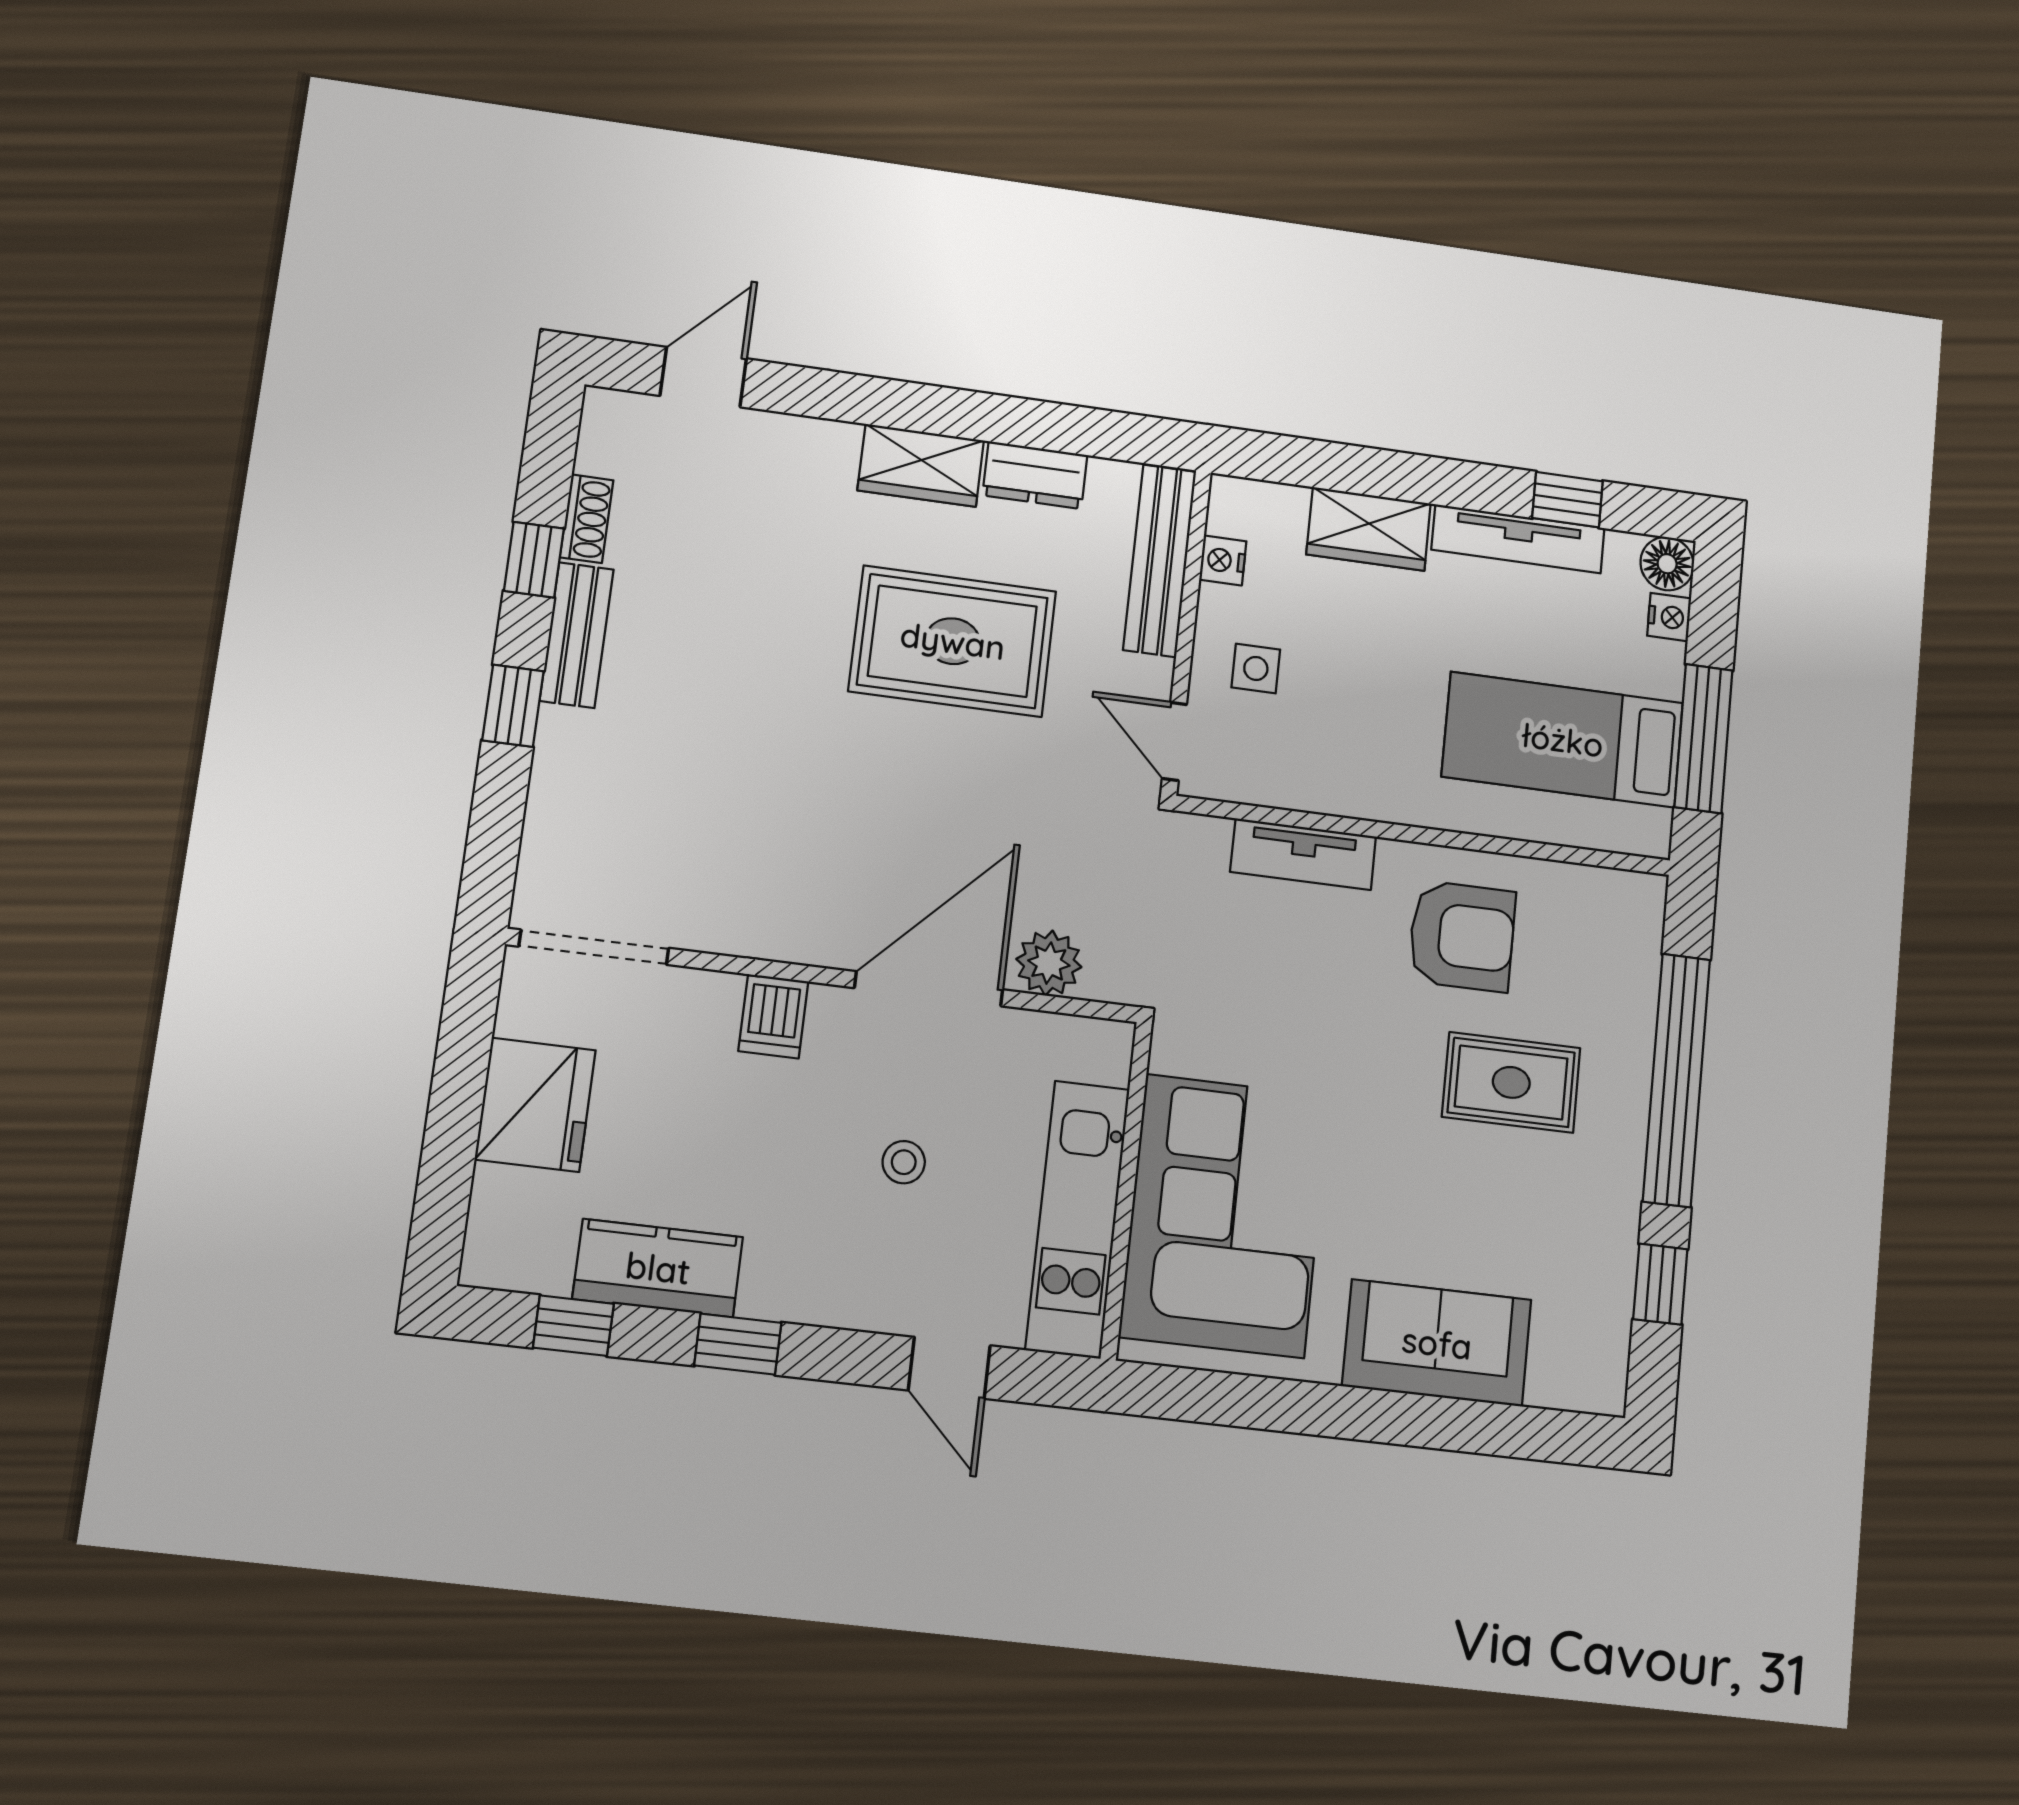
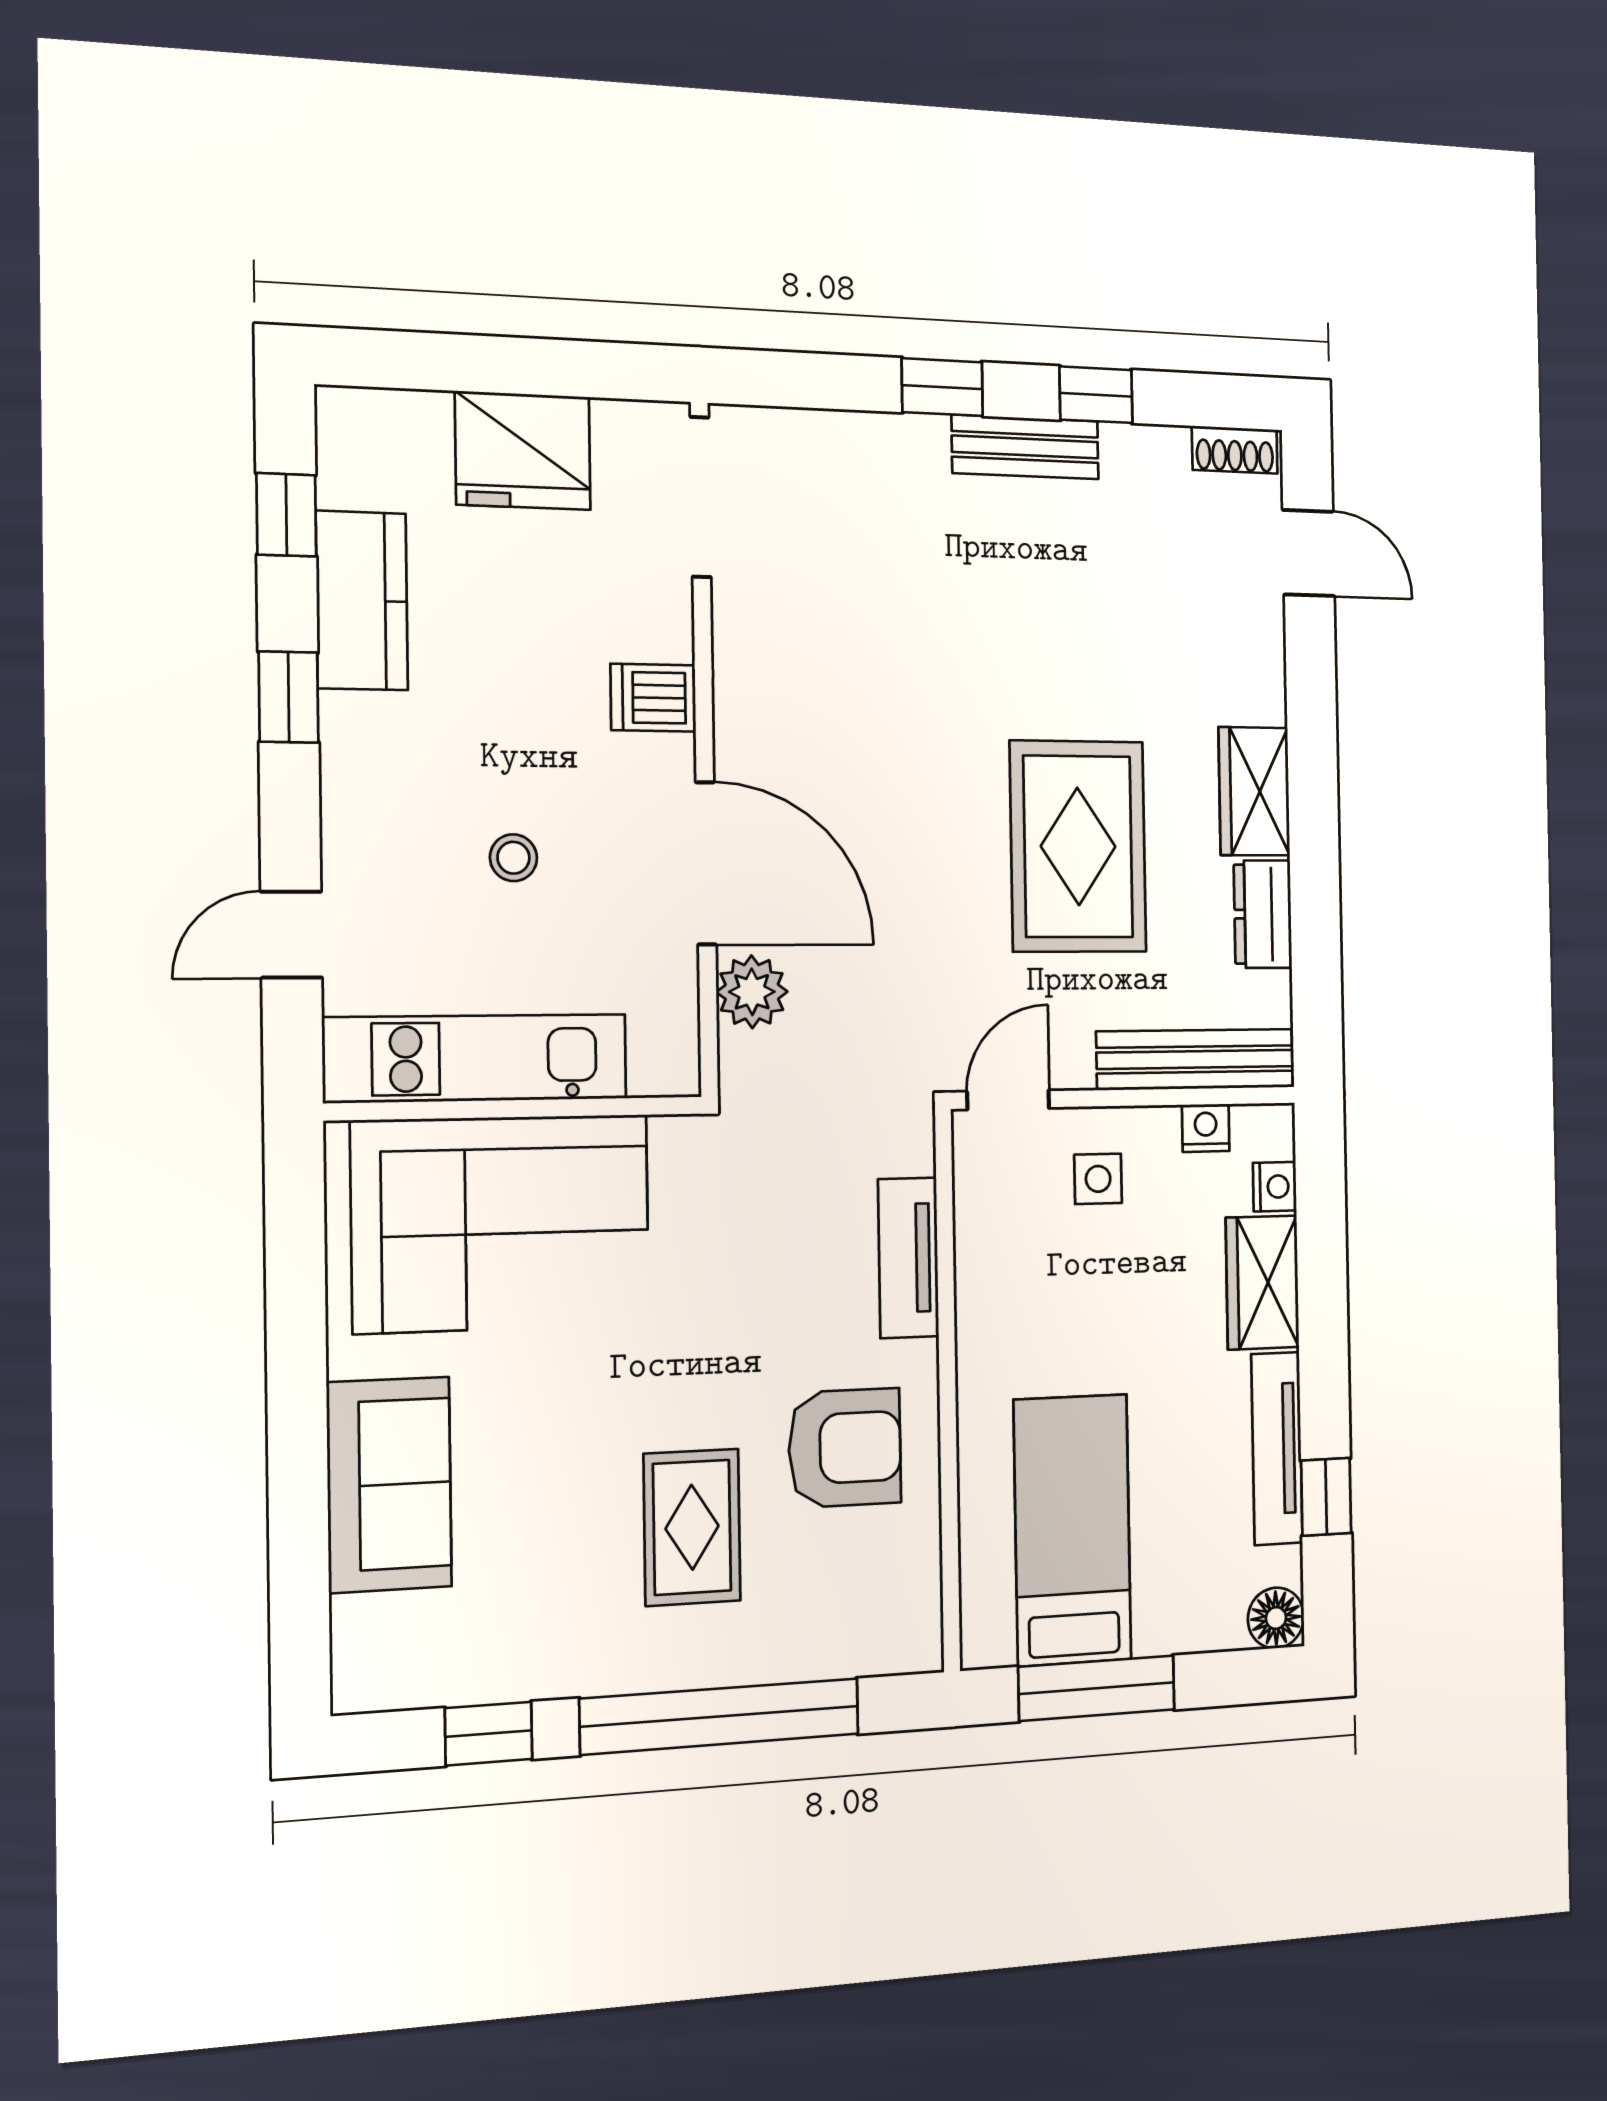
shoe rack: (587, 519) -> (1235, 450), moved
nightstand: (1669, 617) -> (1275, 1187), moved, turned -90
armchair: (1462, 936) -> (845, 1448), turned -90

